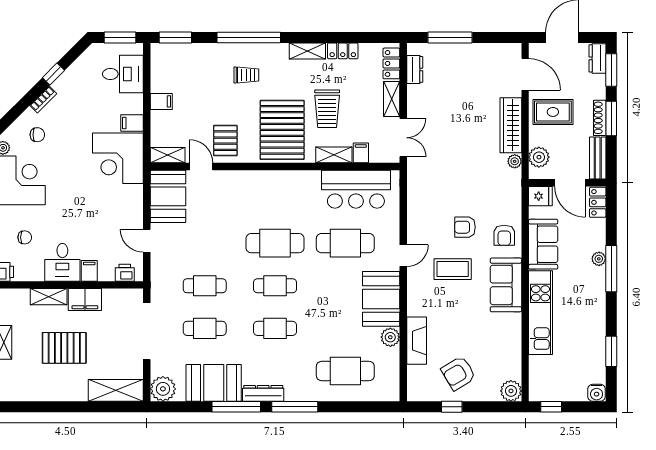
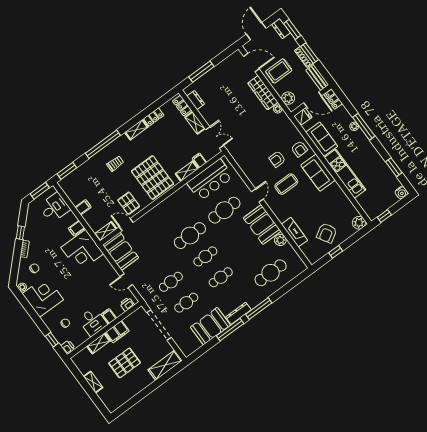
trolley: (327, 109) -> (167, 151), removed
plant: (163, 389) -> (188, 347), removed

